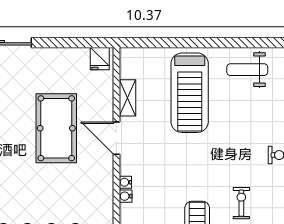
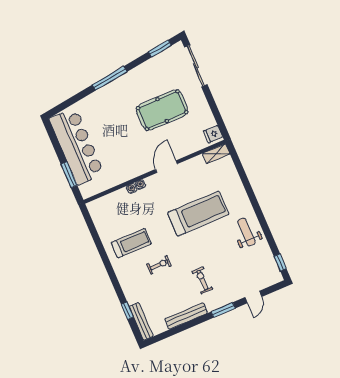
treadmill: (190, 93) -> (198, 214), moved, turned 180
shelving: (127, 98) -> (216, 154), moved
pool table: (56, 128) -> (162, 110), moved

